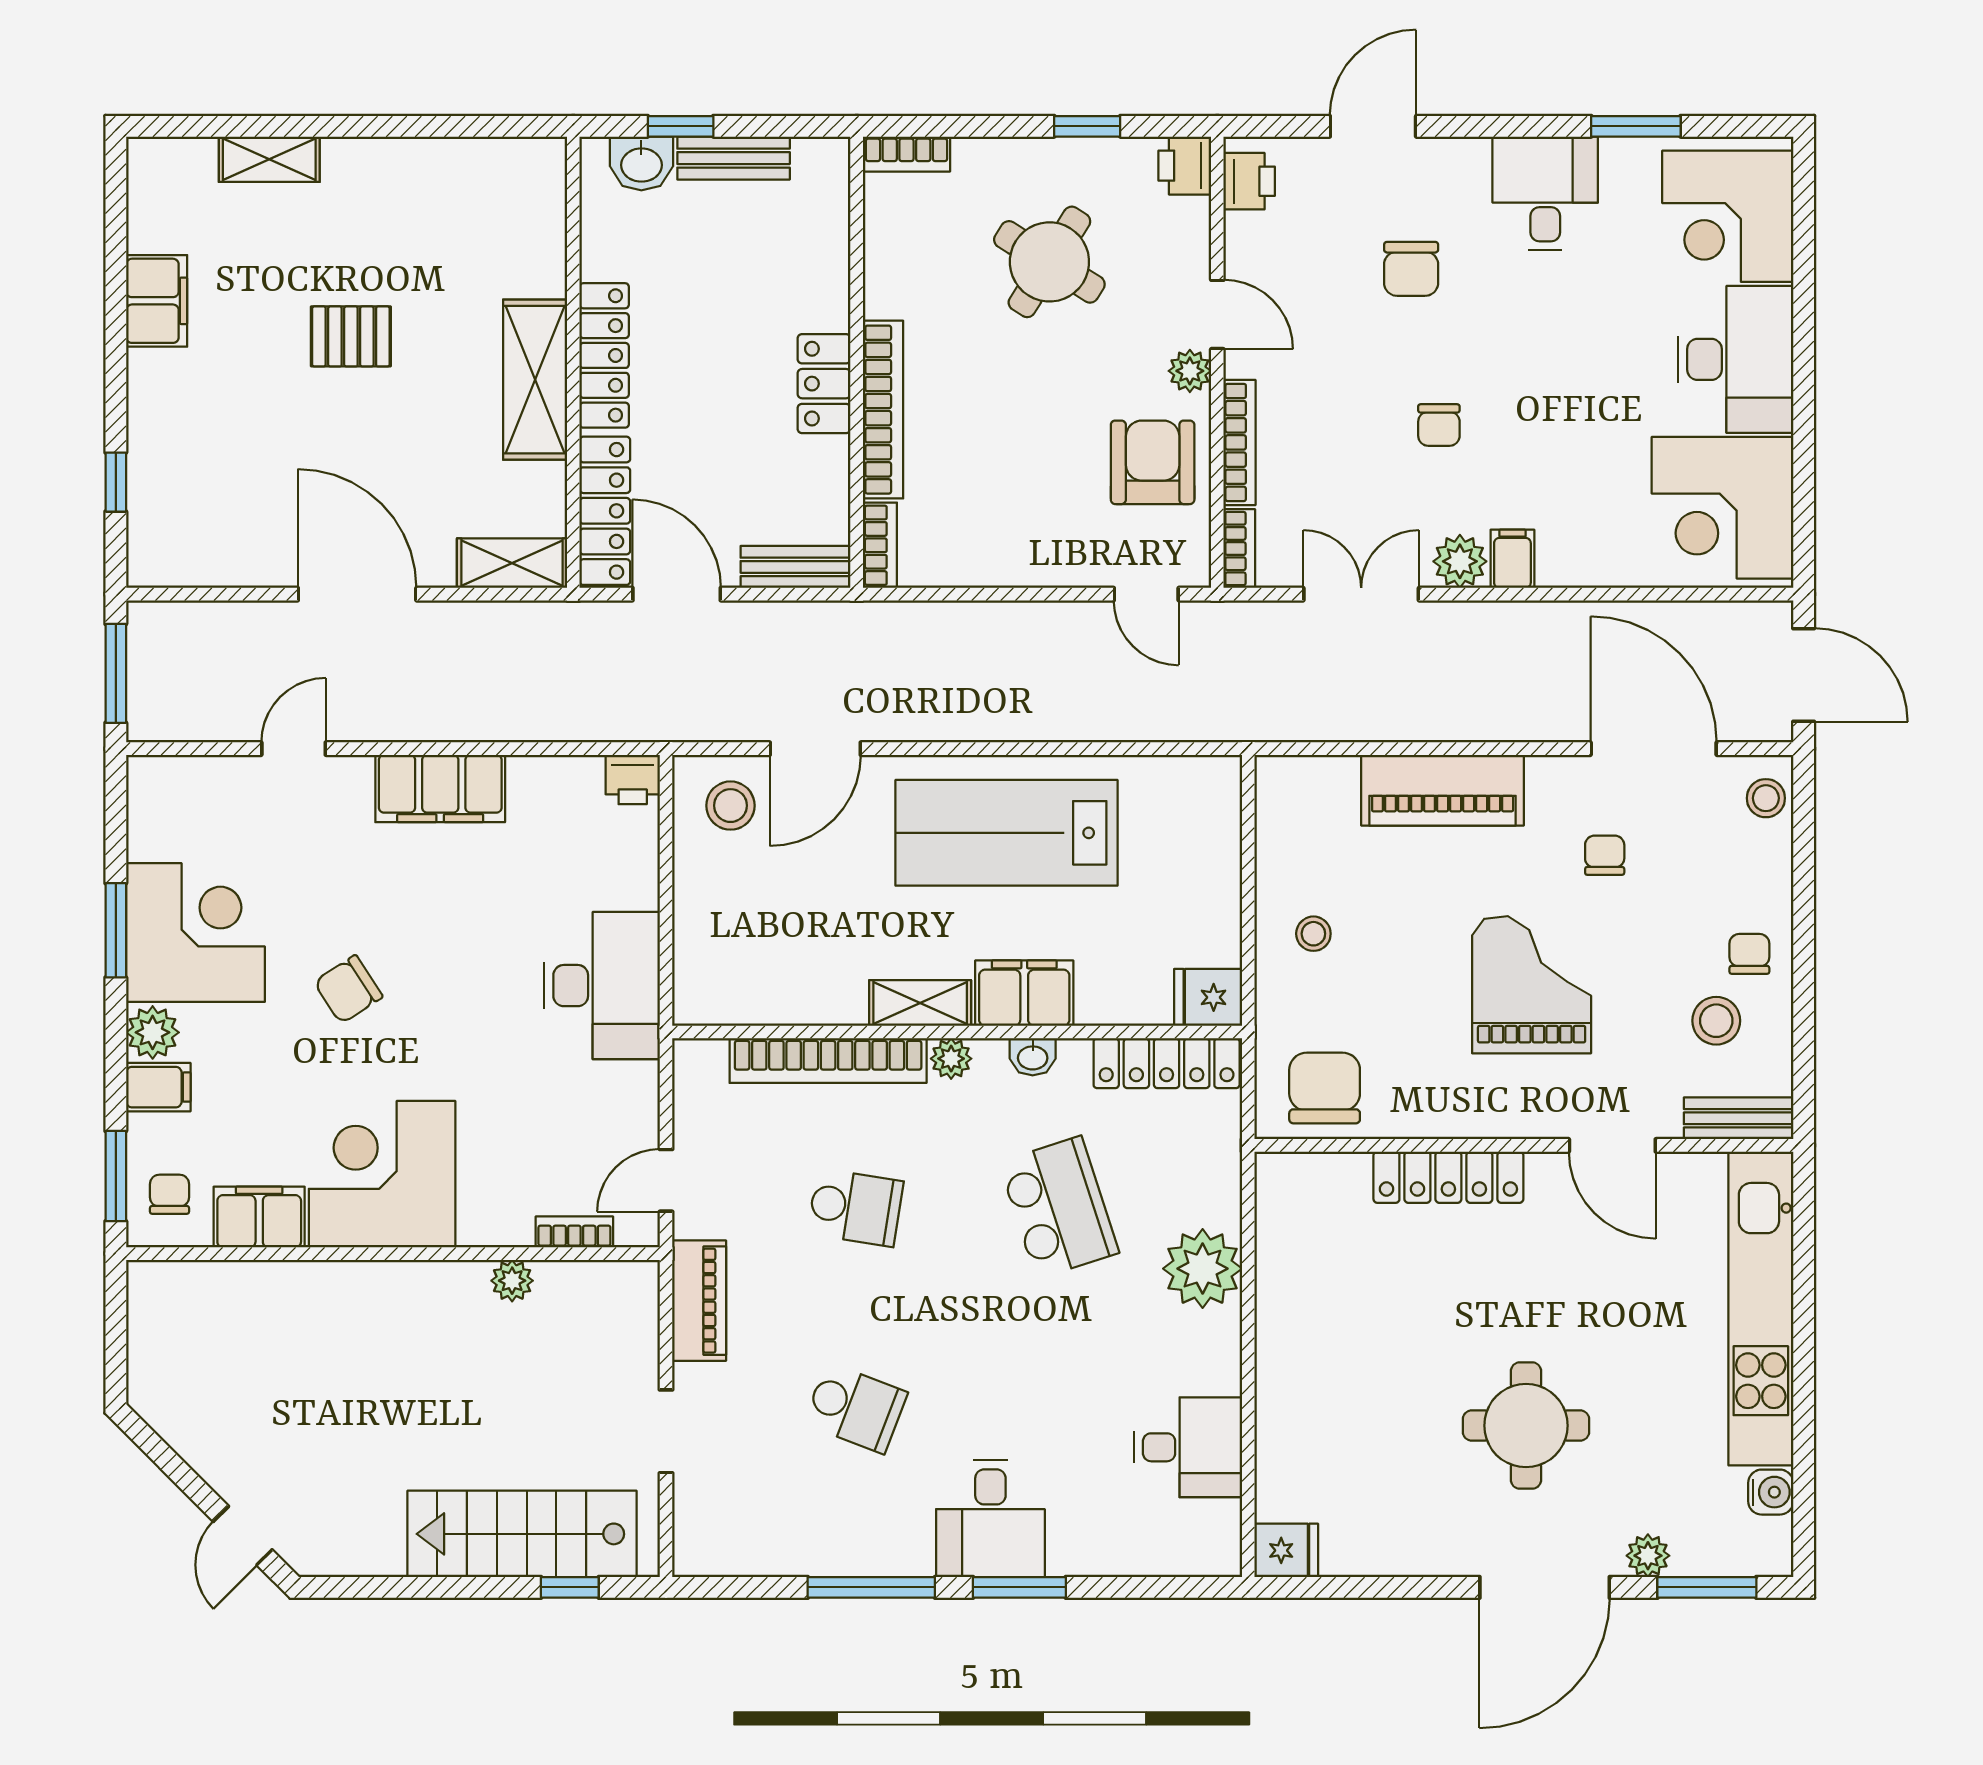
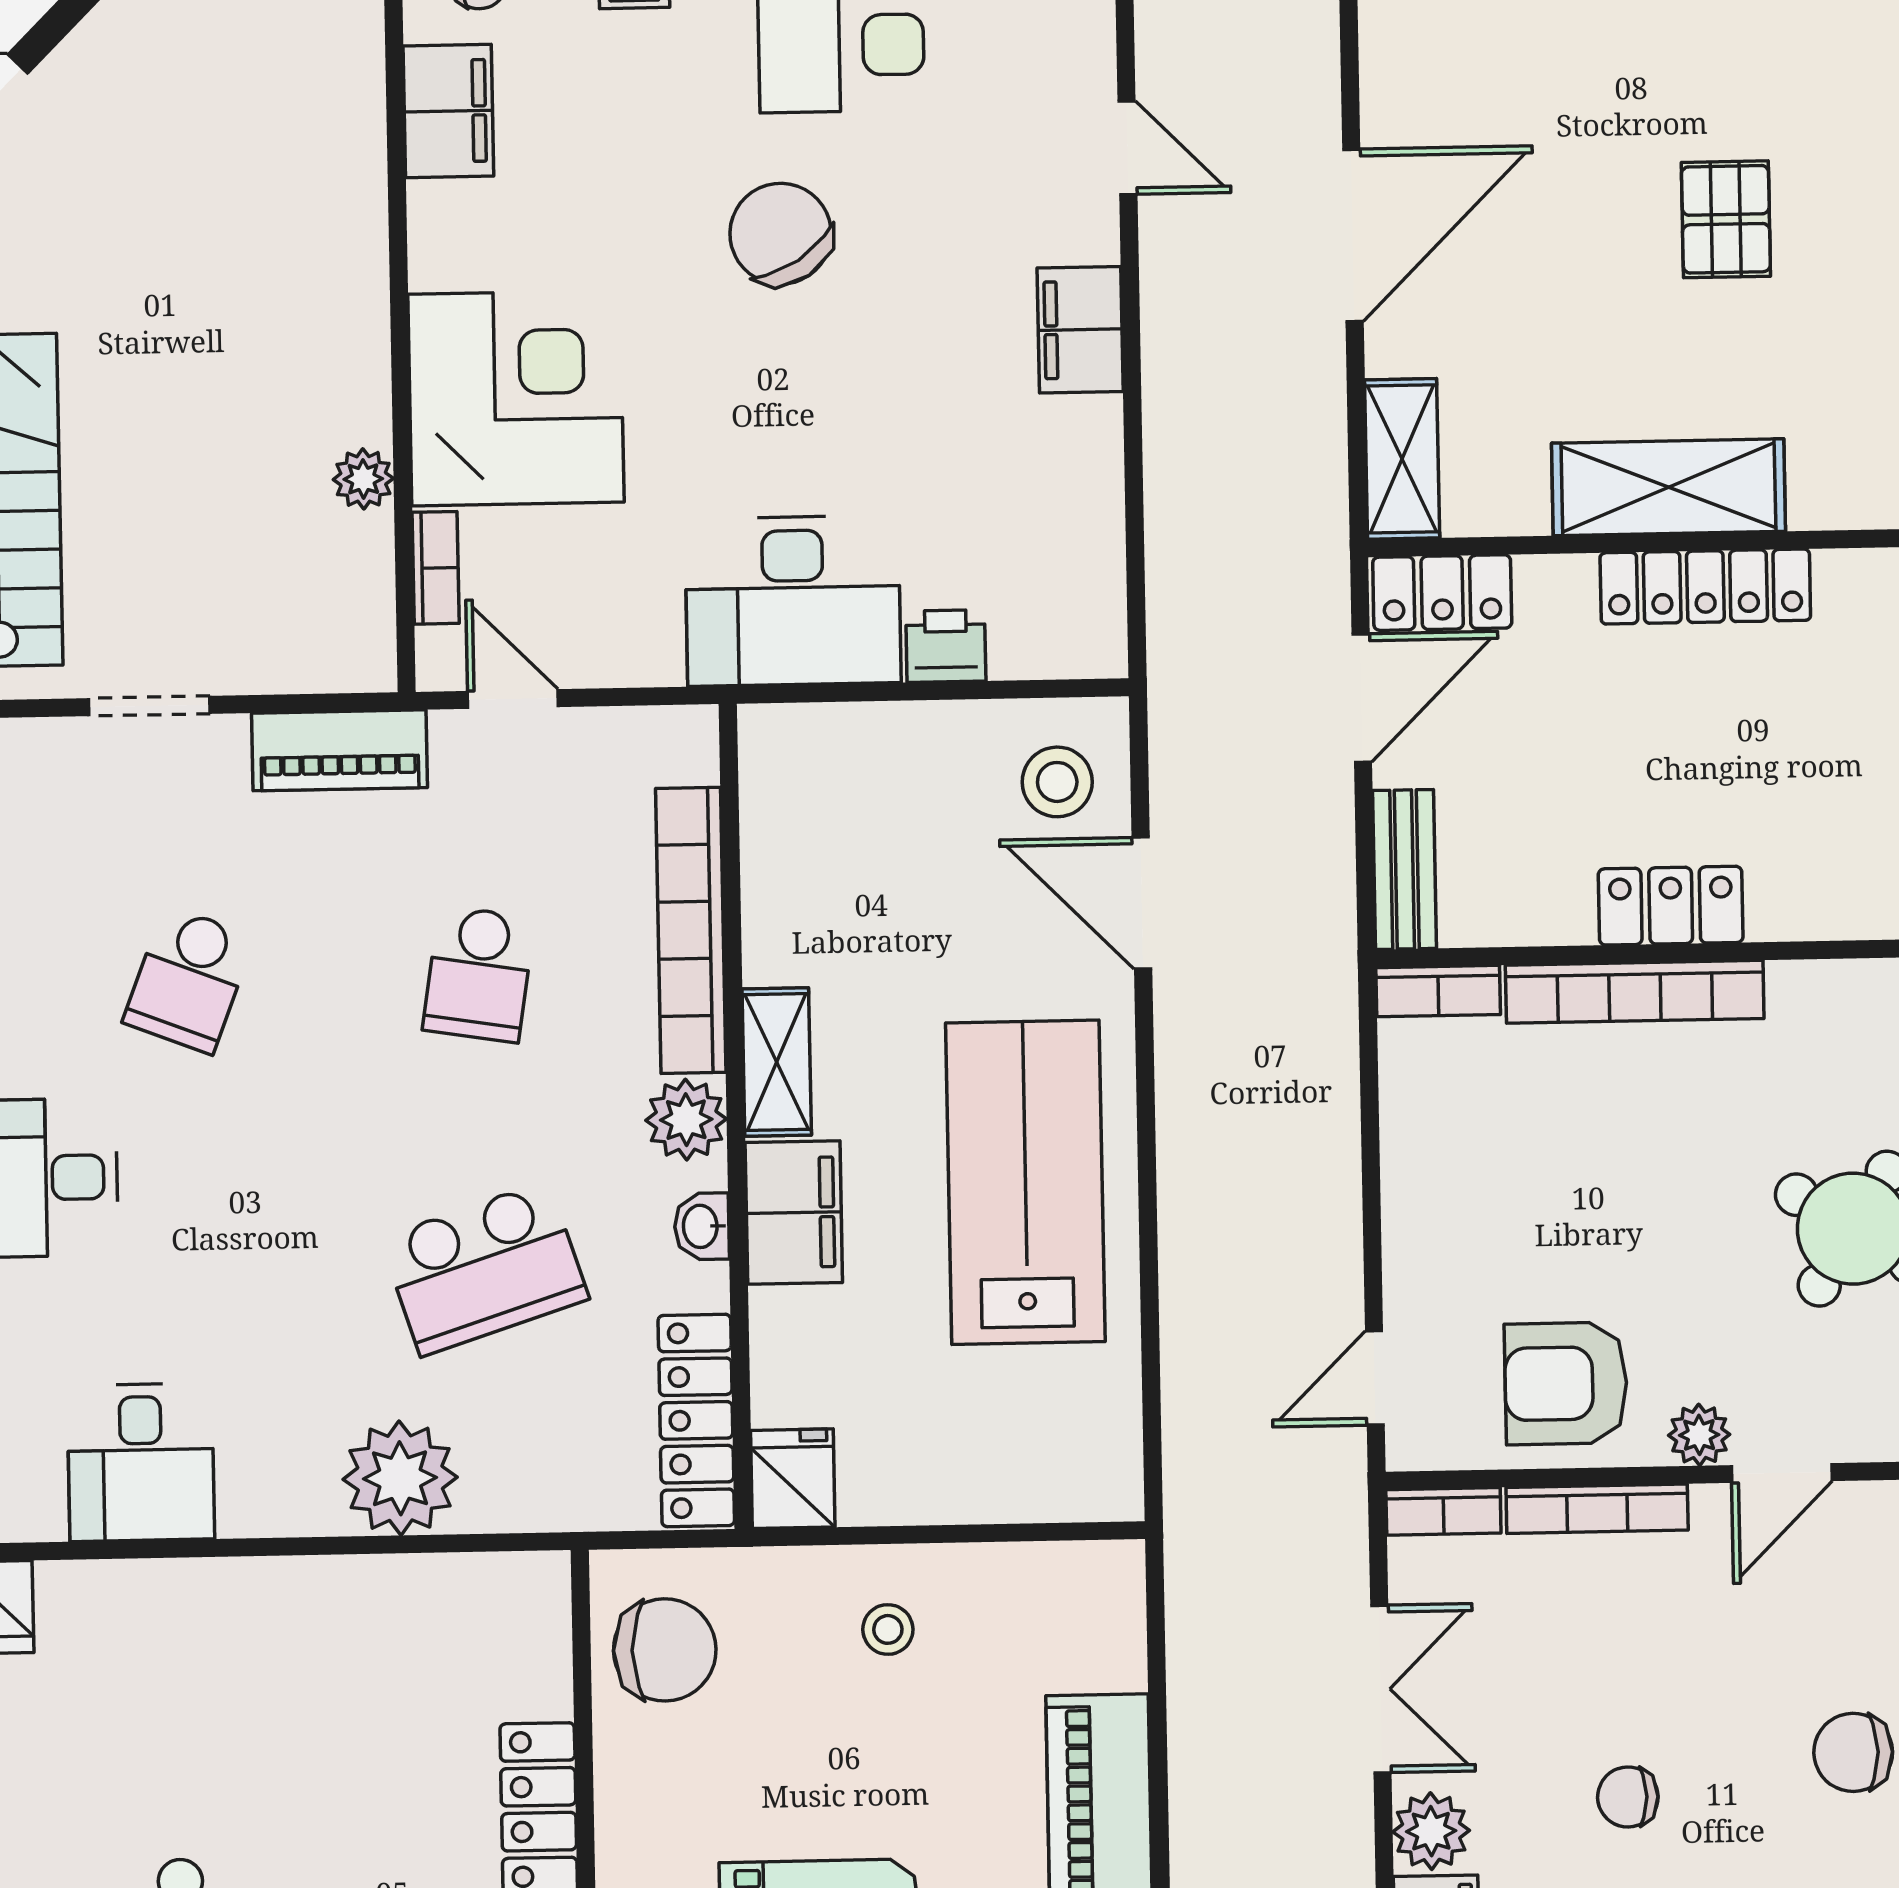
armchair: (1153, 462) -> (1566, 1383), turned 180
locker: (605, 511) -> (1442, 593), width x0.66
printer: (633, 780) -> (946, 646), moved, turned 90
filing cabinet: (440, 789) -> (1080, 330), width x0.67, depth x0.86
chair: (348, 989) -> (781, 234), width x1.37, depth x1.37
plant: (951, 1059) -> (686, 1120), width x1.38, depth x1.38
corner desk: (382, 1174) -> (516, 398), moved

